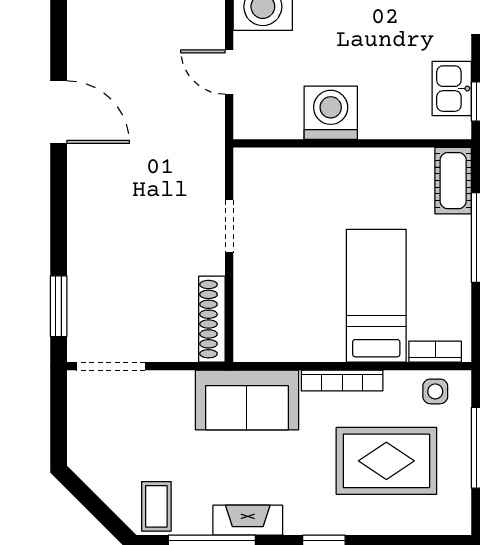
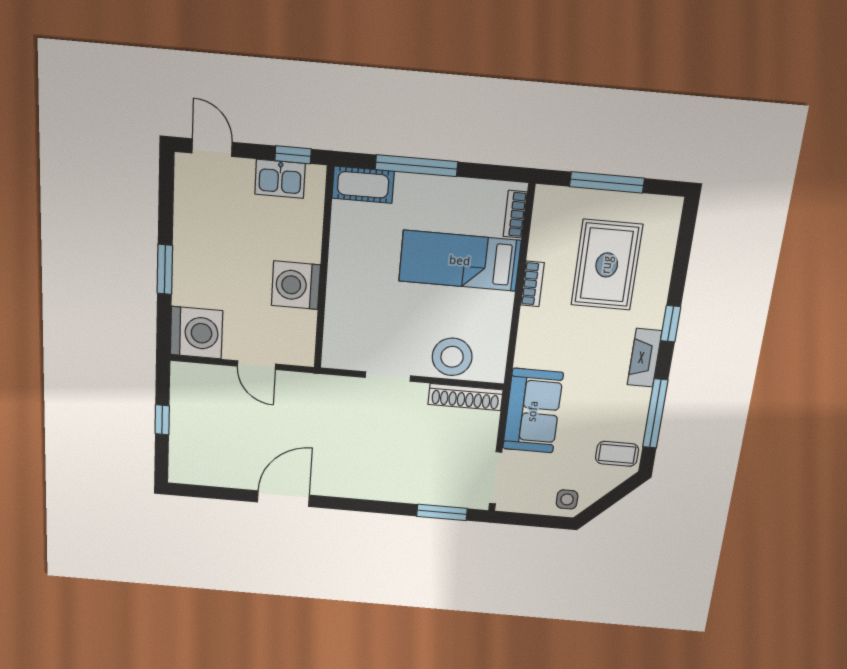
door: (229, 72) -> (257, 365), hinge flipped
stool: (261, 299) -> (452, 357), added
bookcase: (342, 381) -> (532, 284), width x0.64
side table: (435, 391) -> (567, 499), moved
sofa: (247, 400) -> (533, 411), moved
fireplace: (248, 520) -> (645, 358), moved

